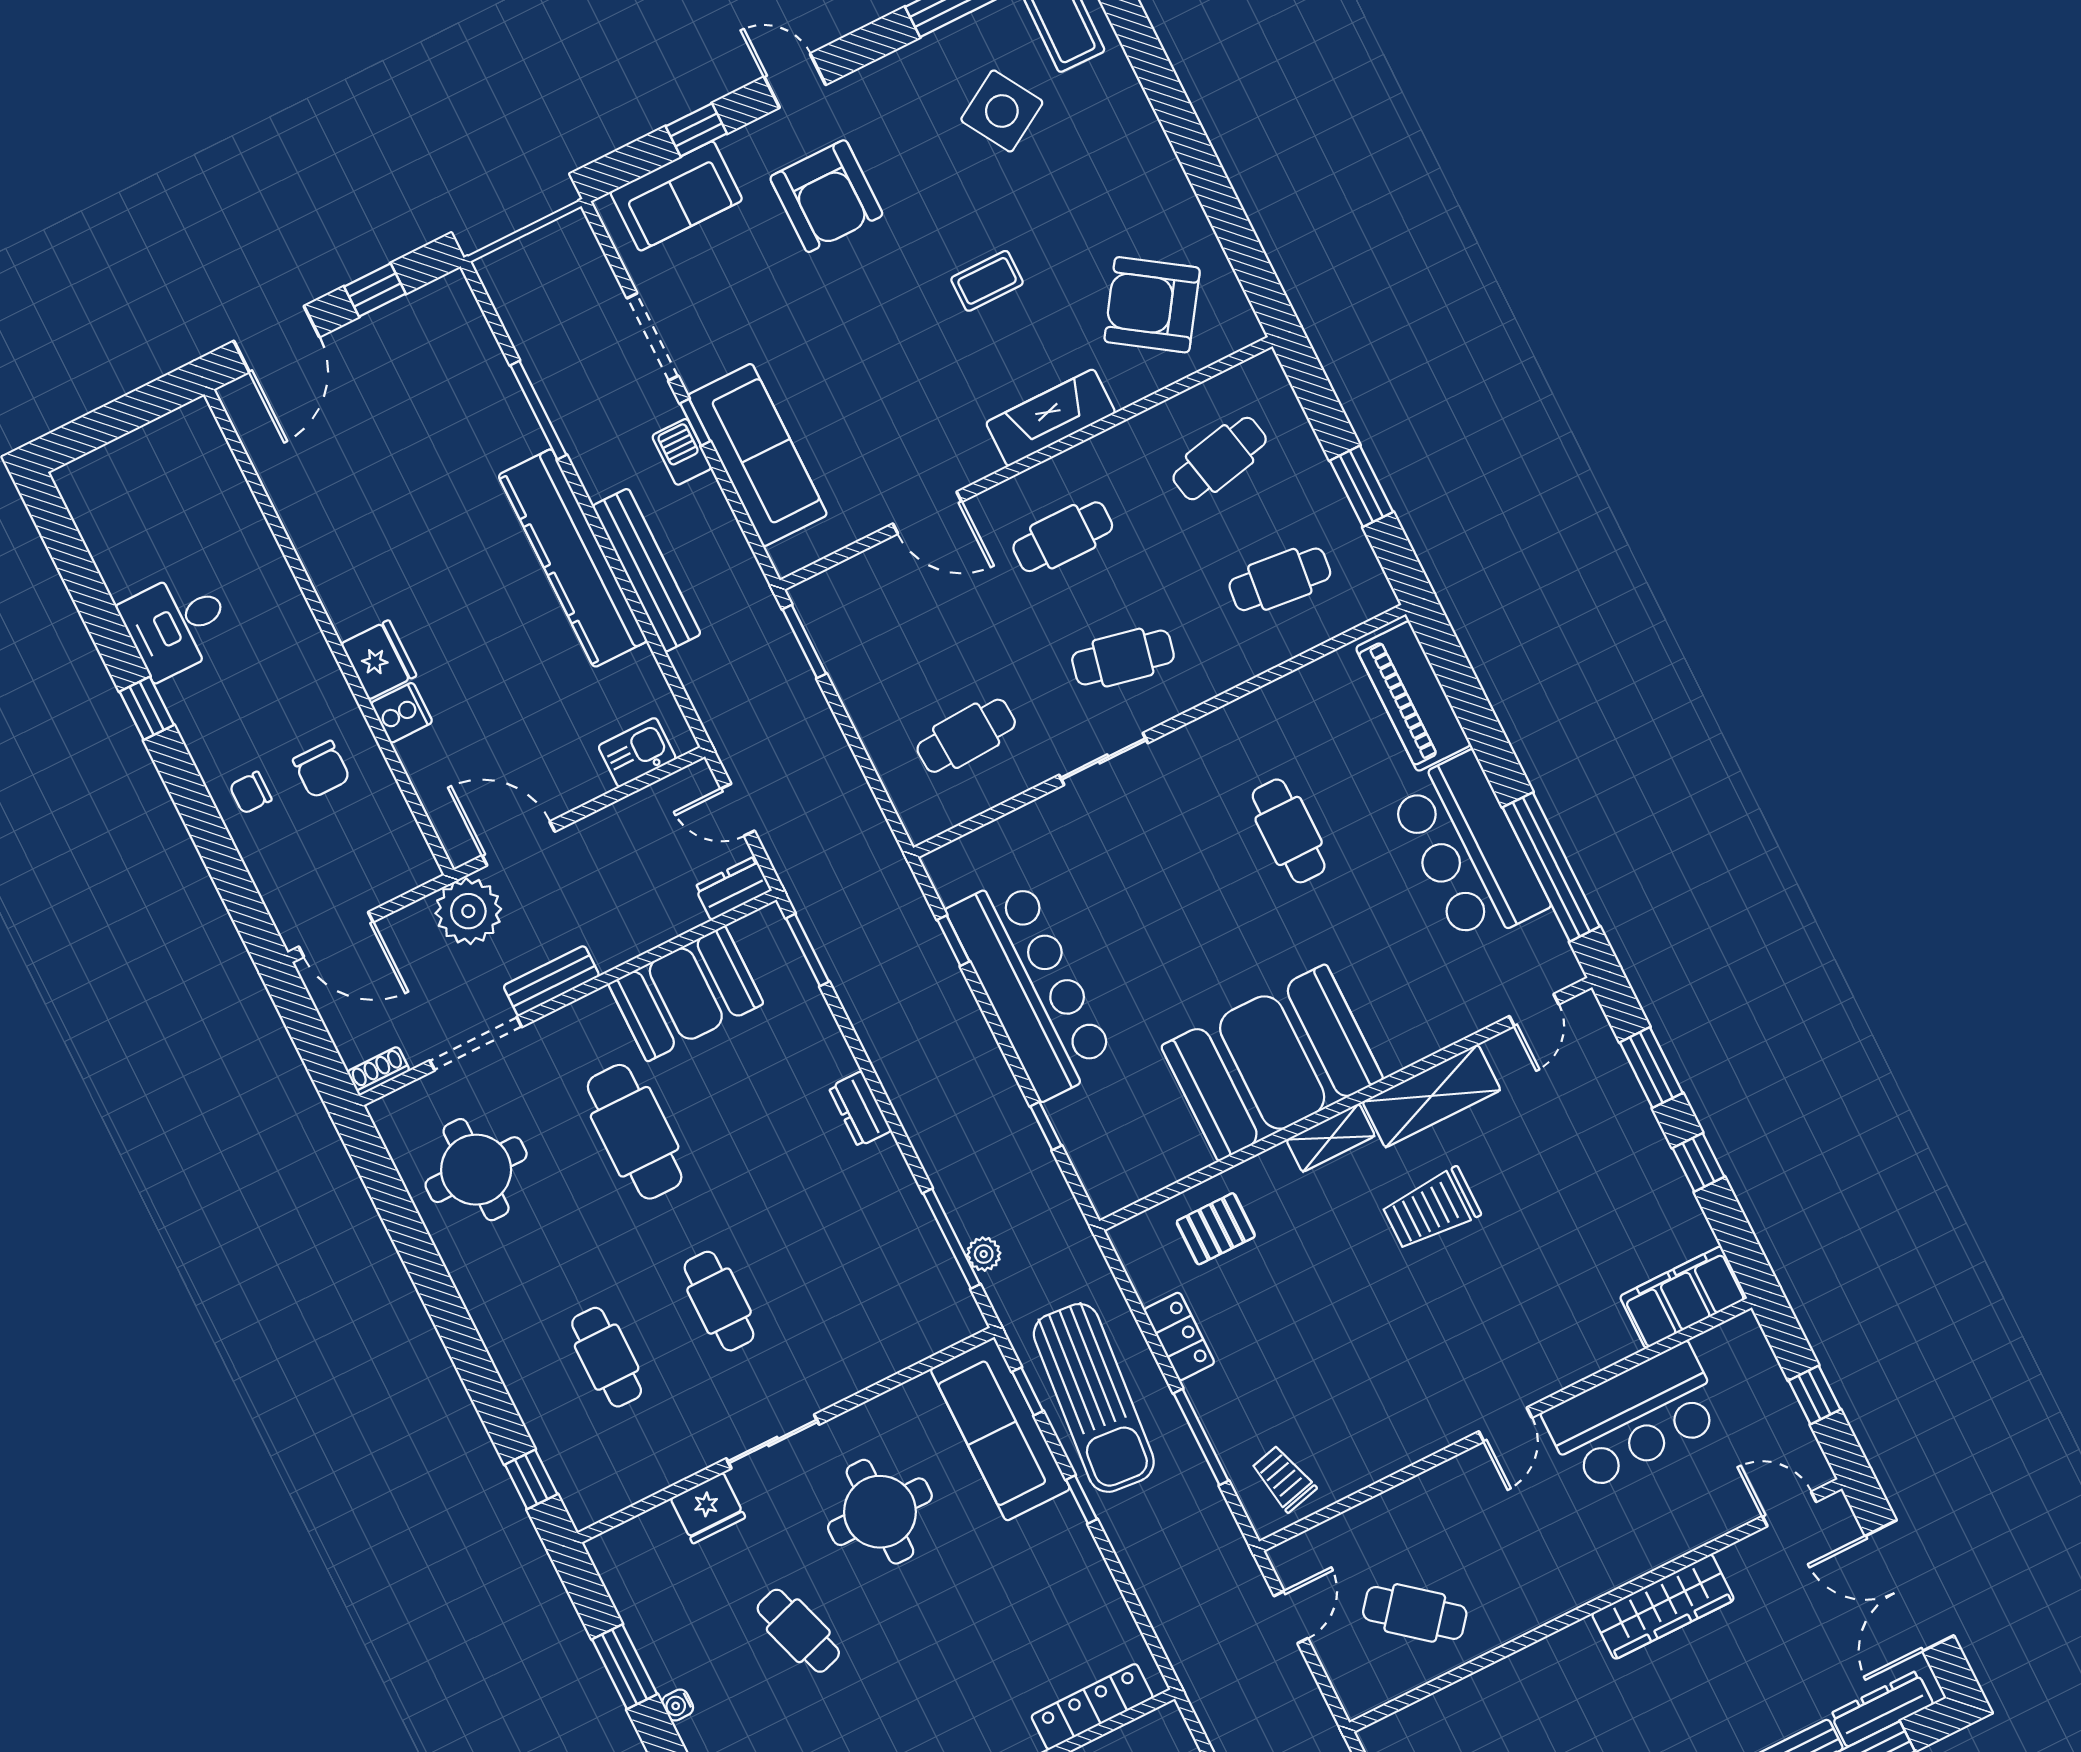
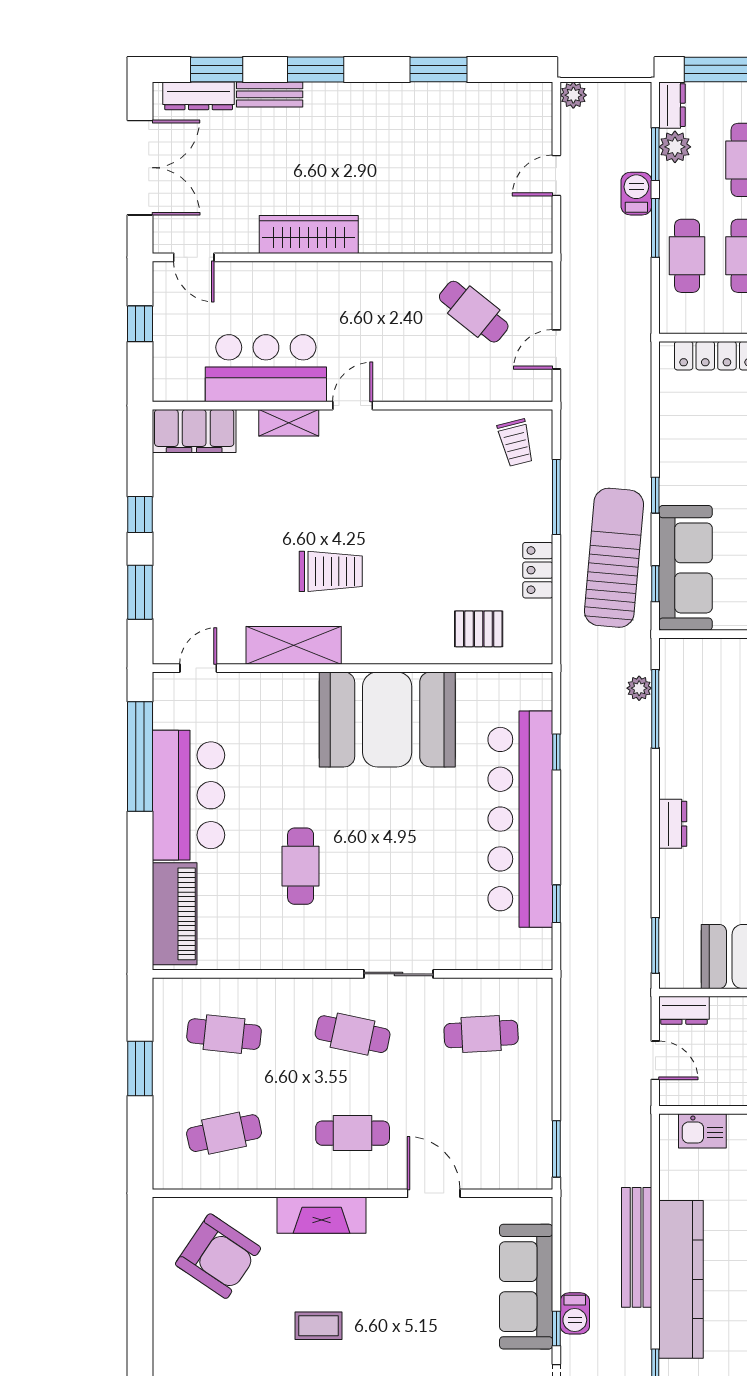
bar counter: (1031, 987) -> (520, 819), width x1.36
shelving: (1331, 1138) -> (289, 423), moved

